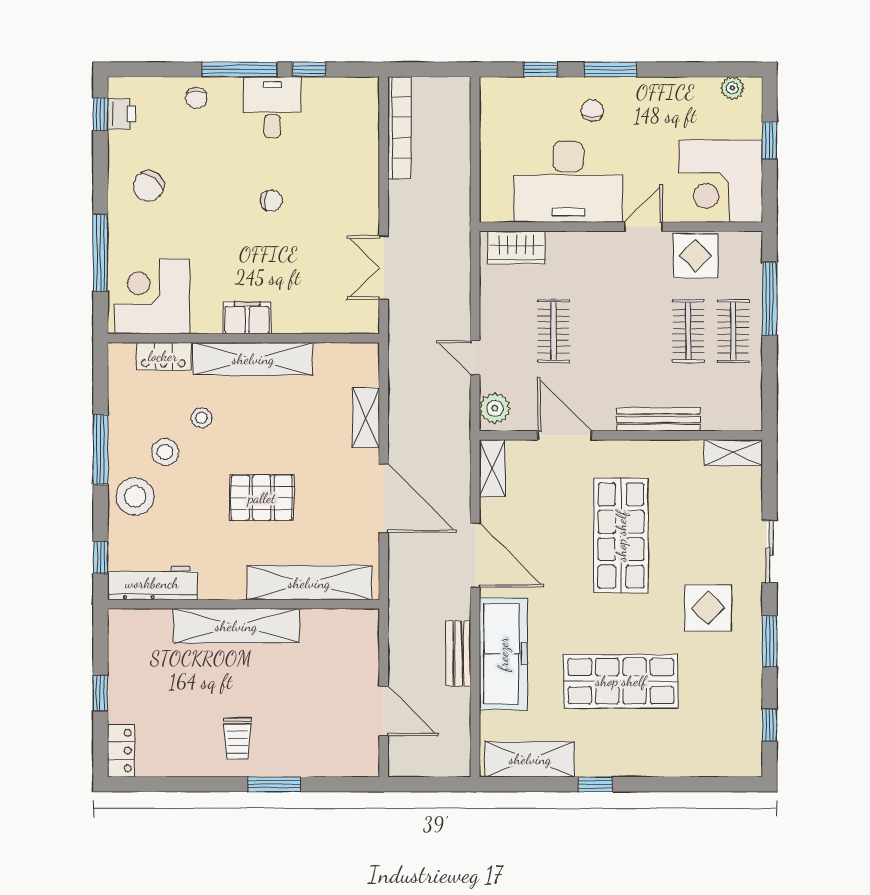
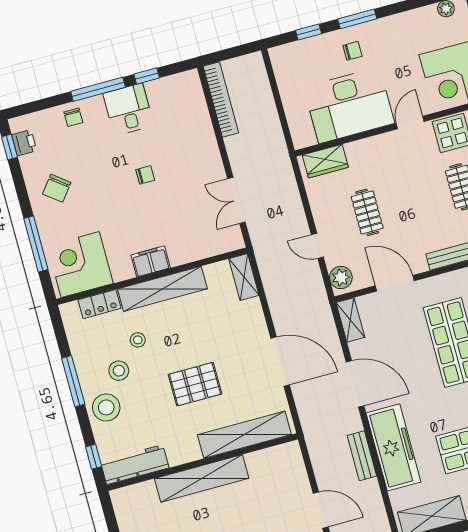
chair: (592, 110) -> (352, 51), turned 85
shelving: (366, 418) -> (244, 277), moved

